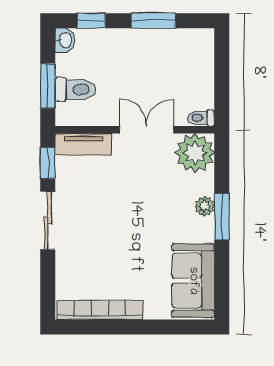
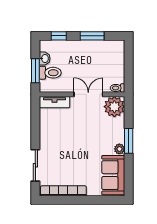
washbasin: (65, 40) -> (45, 59), moved
window: (48, 163) -> (35, 112), removed
plant: (205, 206) -> (119, 149), moved
sliding door: (48, 221) -> (35, 165), moved

